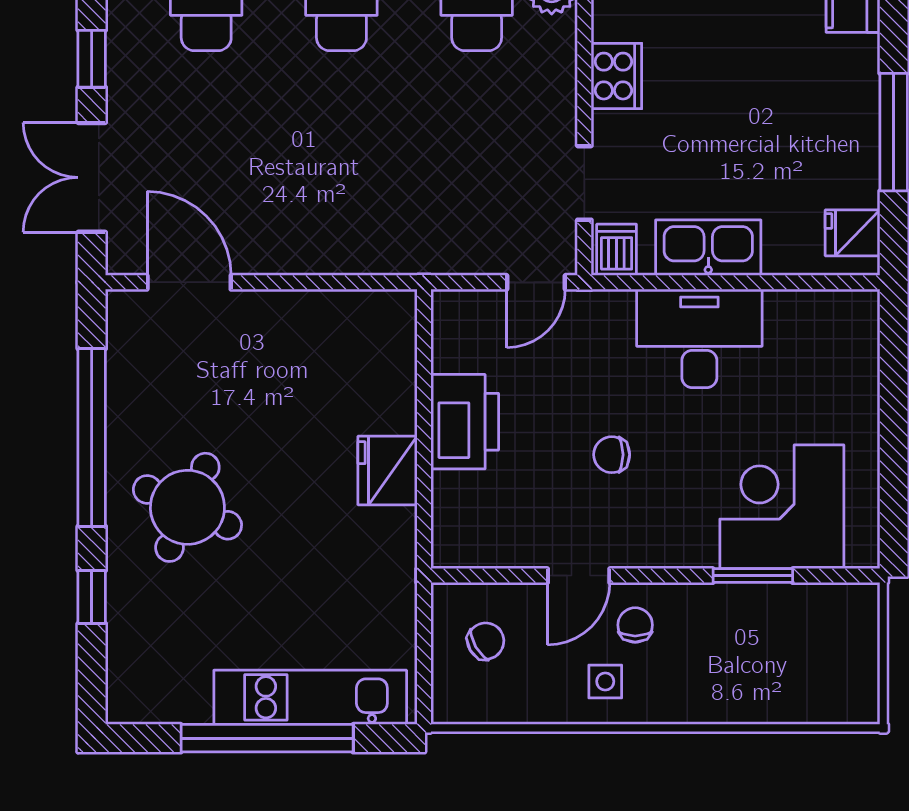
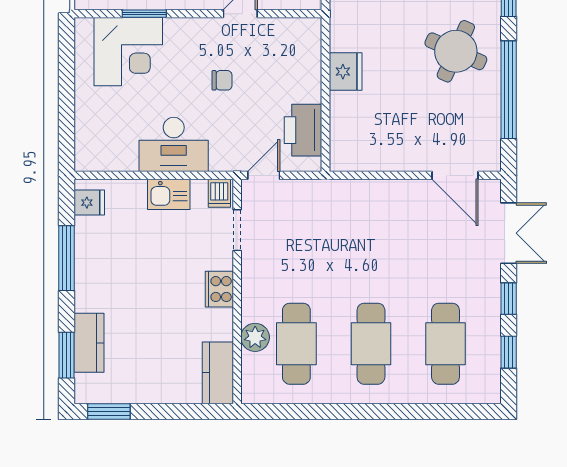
kitchen sink: (708, 248) -> (169, 194), width x0.73
printer: (465, 422) -> (303, 130), moved

